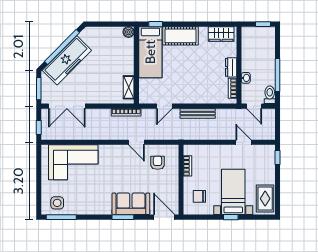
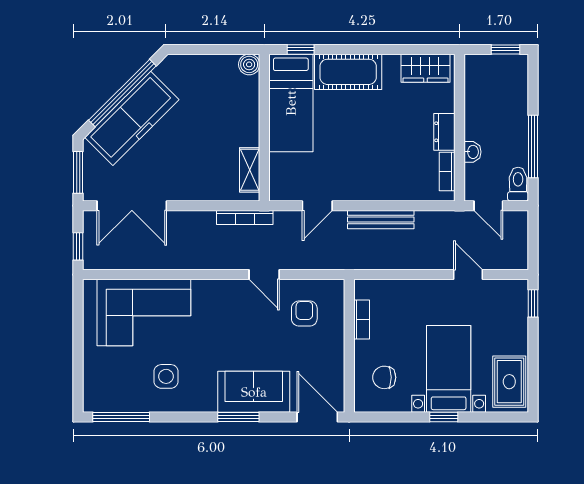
side table: (57, 203) -> (166, 376), moved

